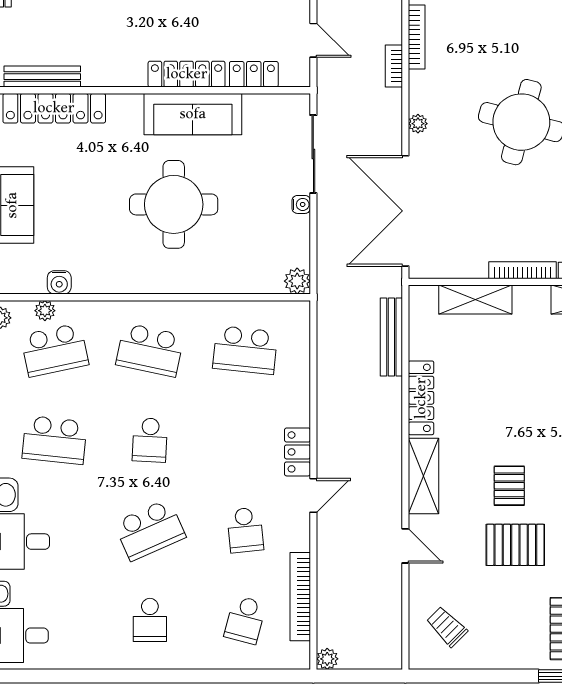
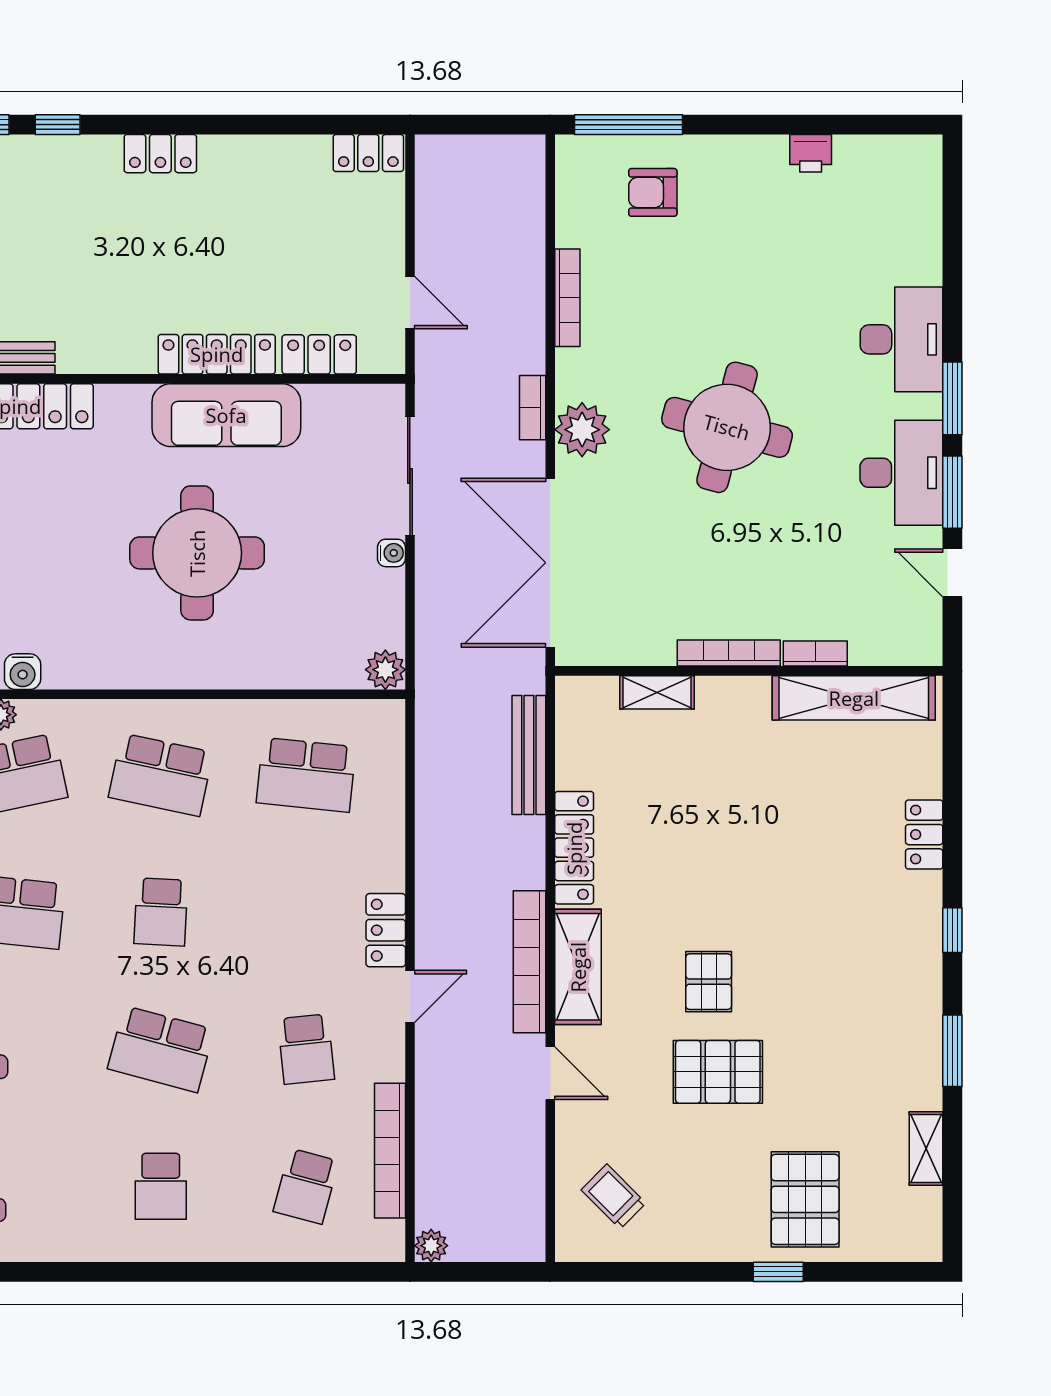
bookcase: (394, 66) -> (533, 408), moved
plant: (418, 124) -> (582, 430), width x1.87, depth x1.87
shelving: (475, 300) -> (657, 692), width x0.67, depth x0.75
bookcase: (392, 473) -> (529, 962), added
school desk: (150, 530) -> (161, 1049), turned 39

